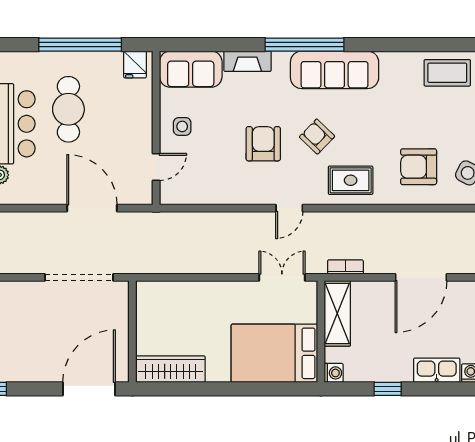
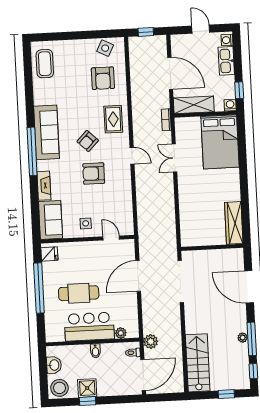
shelving: (337, 313) -> (194, 105), moved
wall: (321, 332) -> (205, 114), moved
bed: (274, 353) -> (220, 142), moved
washing machine: (334, 373) -> (230, 105), moved
door: (89, 389) -> (249, 287), moved

